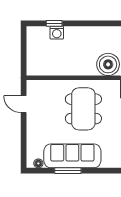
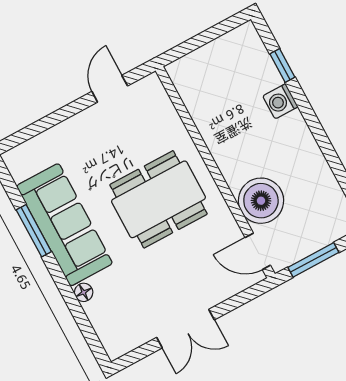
washing machine: (57, 33) -> (280, 101), moved
floor lamp: (38, 163) -> (84, 292), moved

